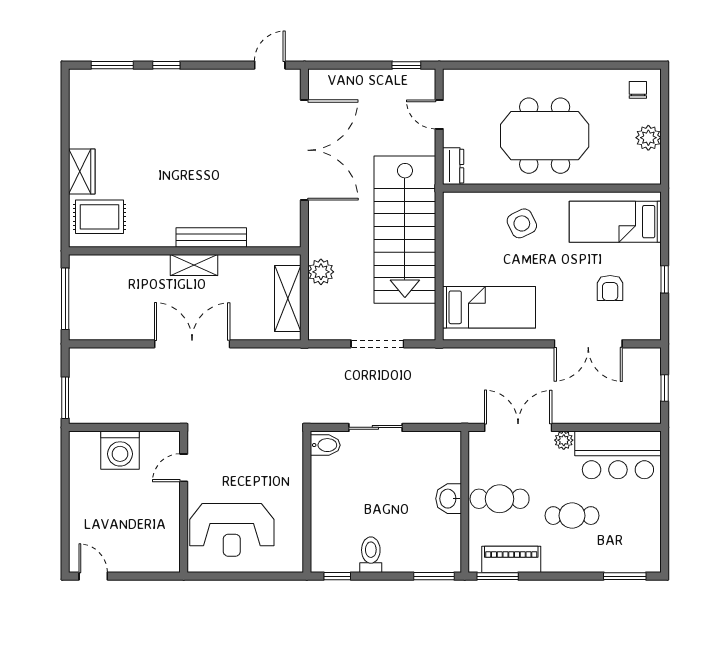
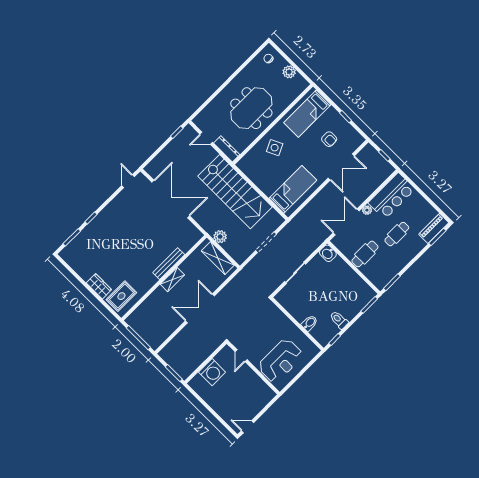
dresser: (453, 166) -> (227, 149), width x1.44
bidet: (325, 445) -> (310, 323), moved
washbasin: (449, 499) -> (328, 253), moved
piano: (511, 559) -> (434, 228), moved

